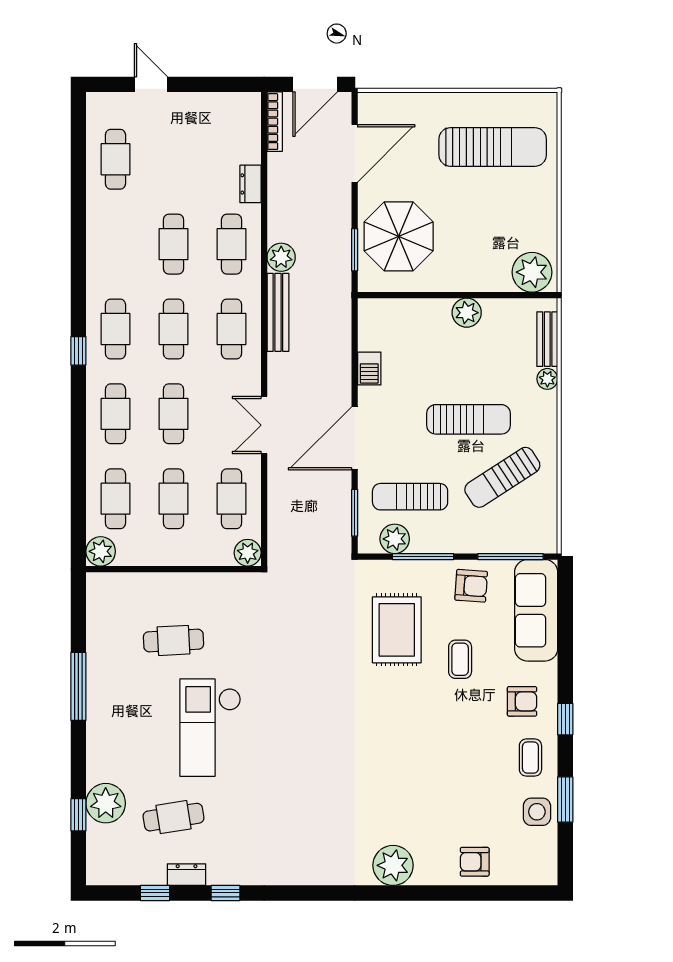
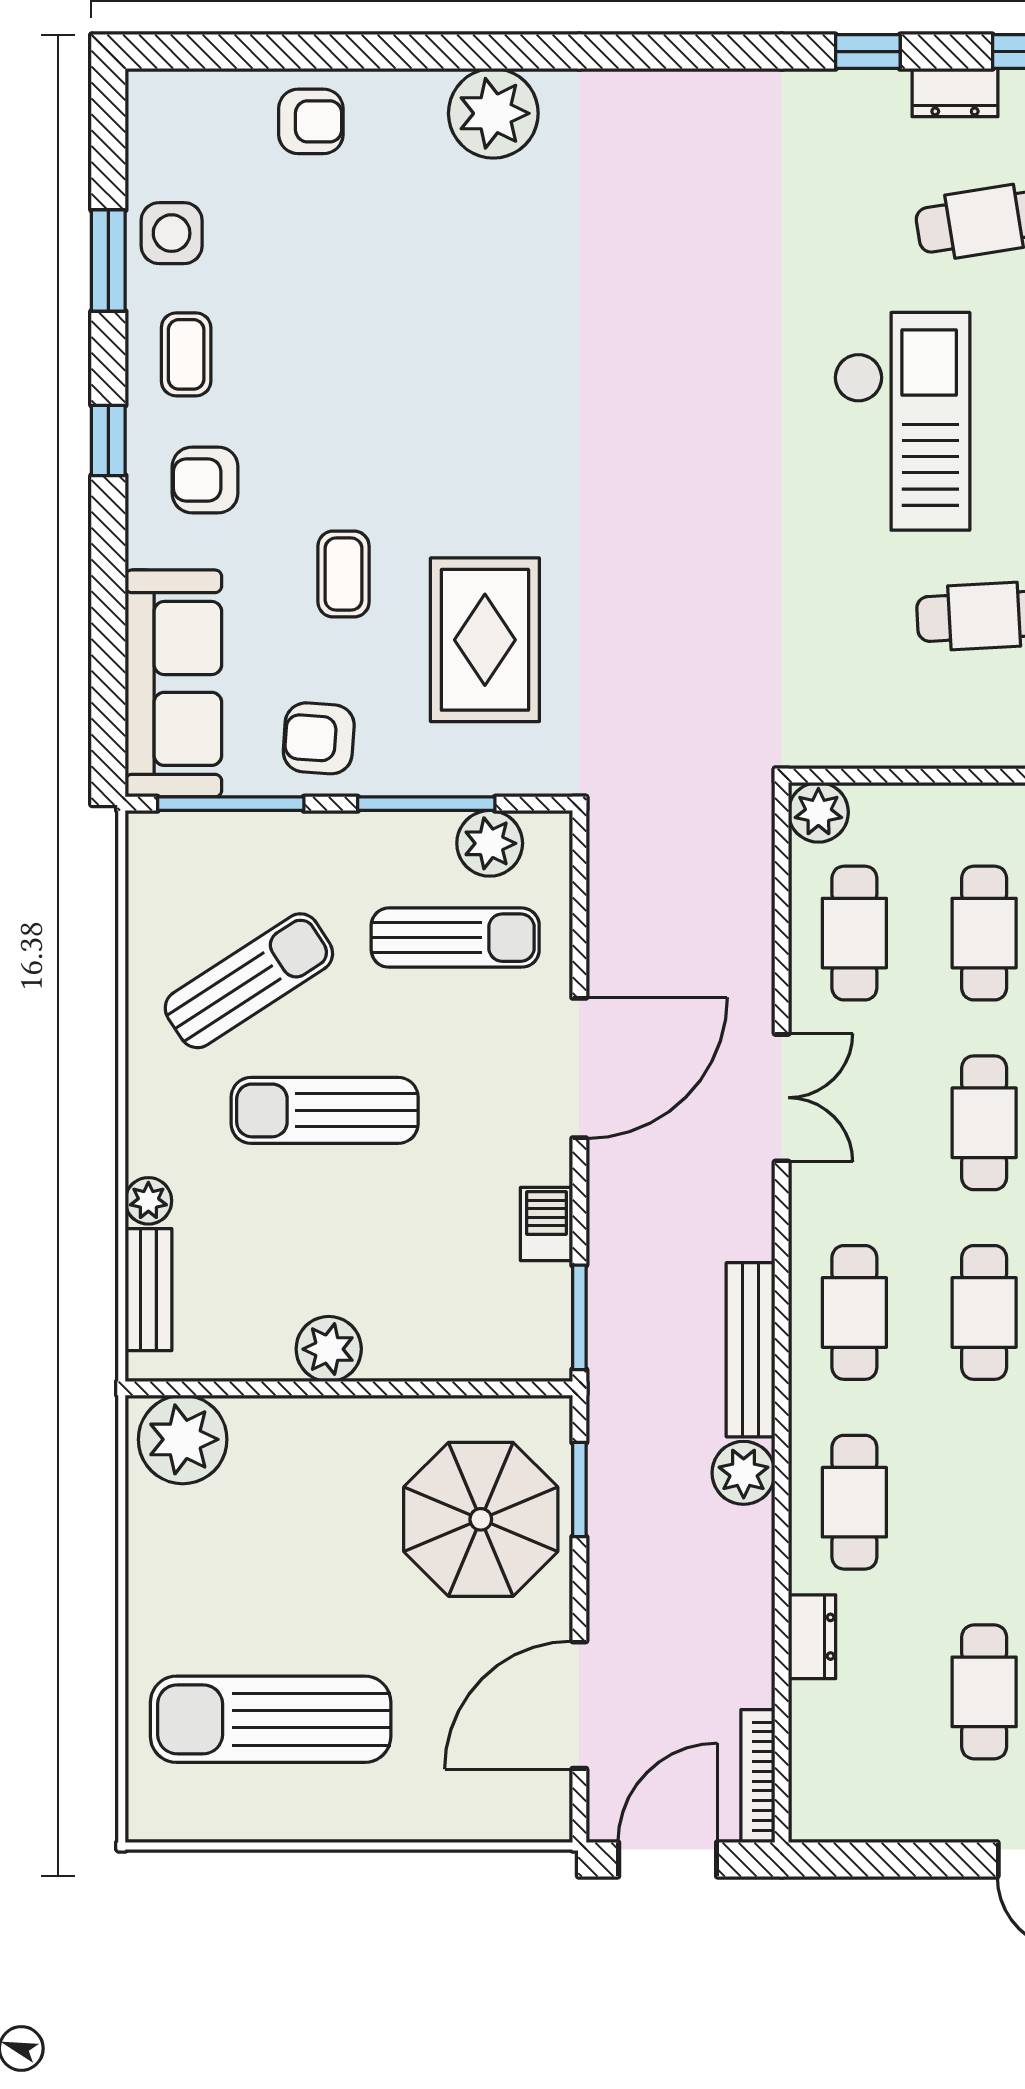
cafe table: (173, 244) -> (984, 1692), moved
window: (355, 513) -> (579, 1317), moved

